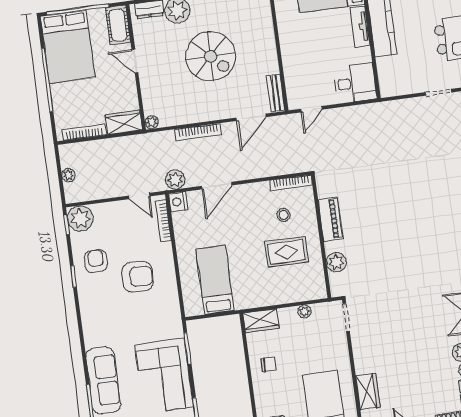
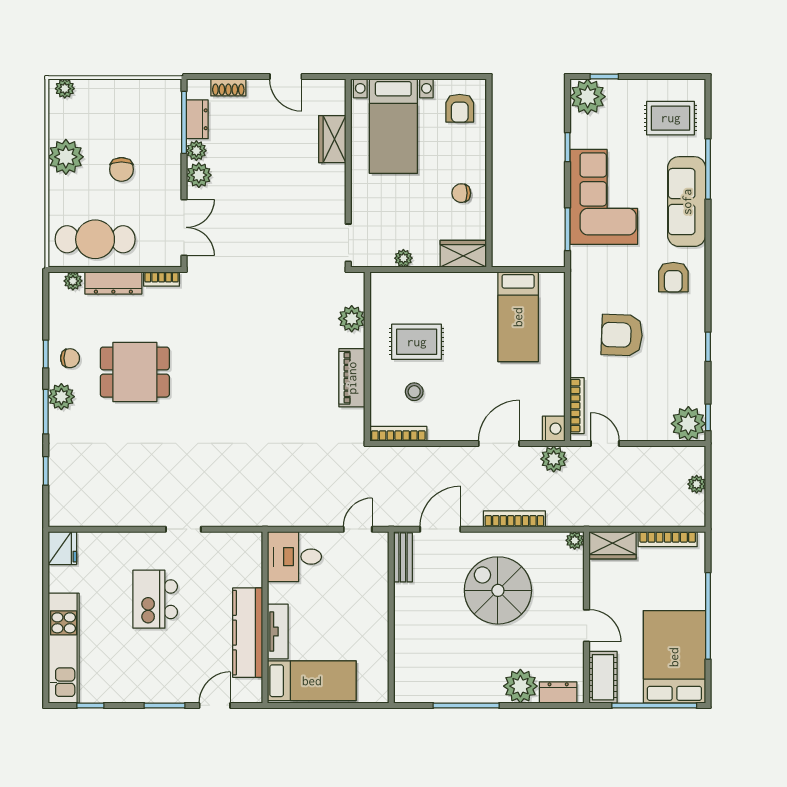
spiral stairs: (211, 56) -> (498, 590), moved
armchair: (96, 261) -> (673, 277), moved

